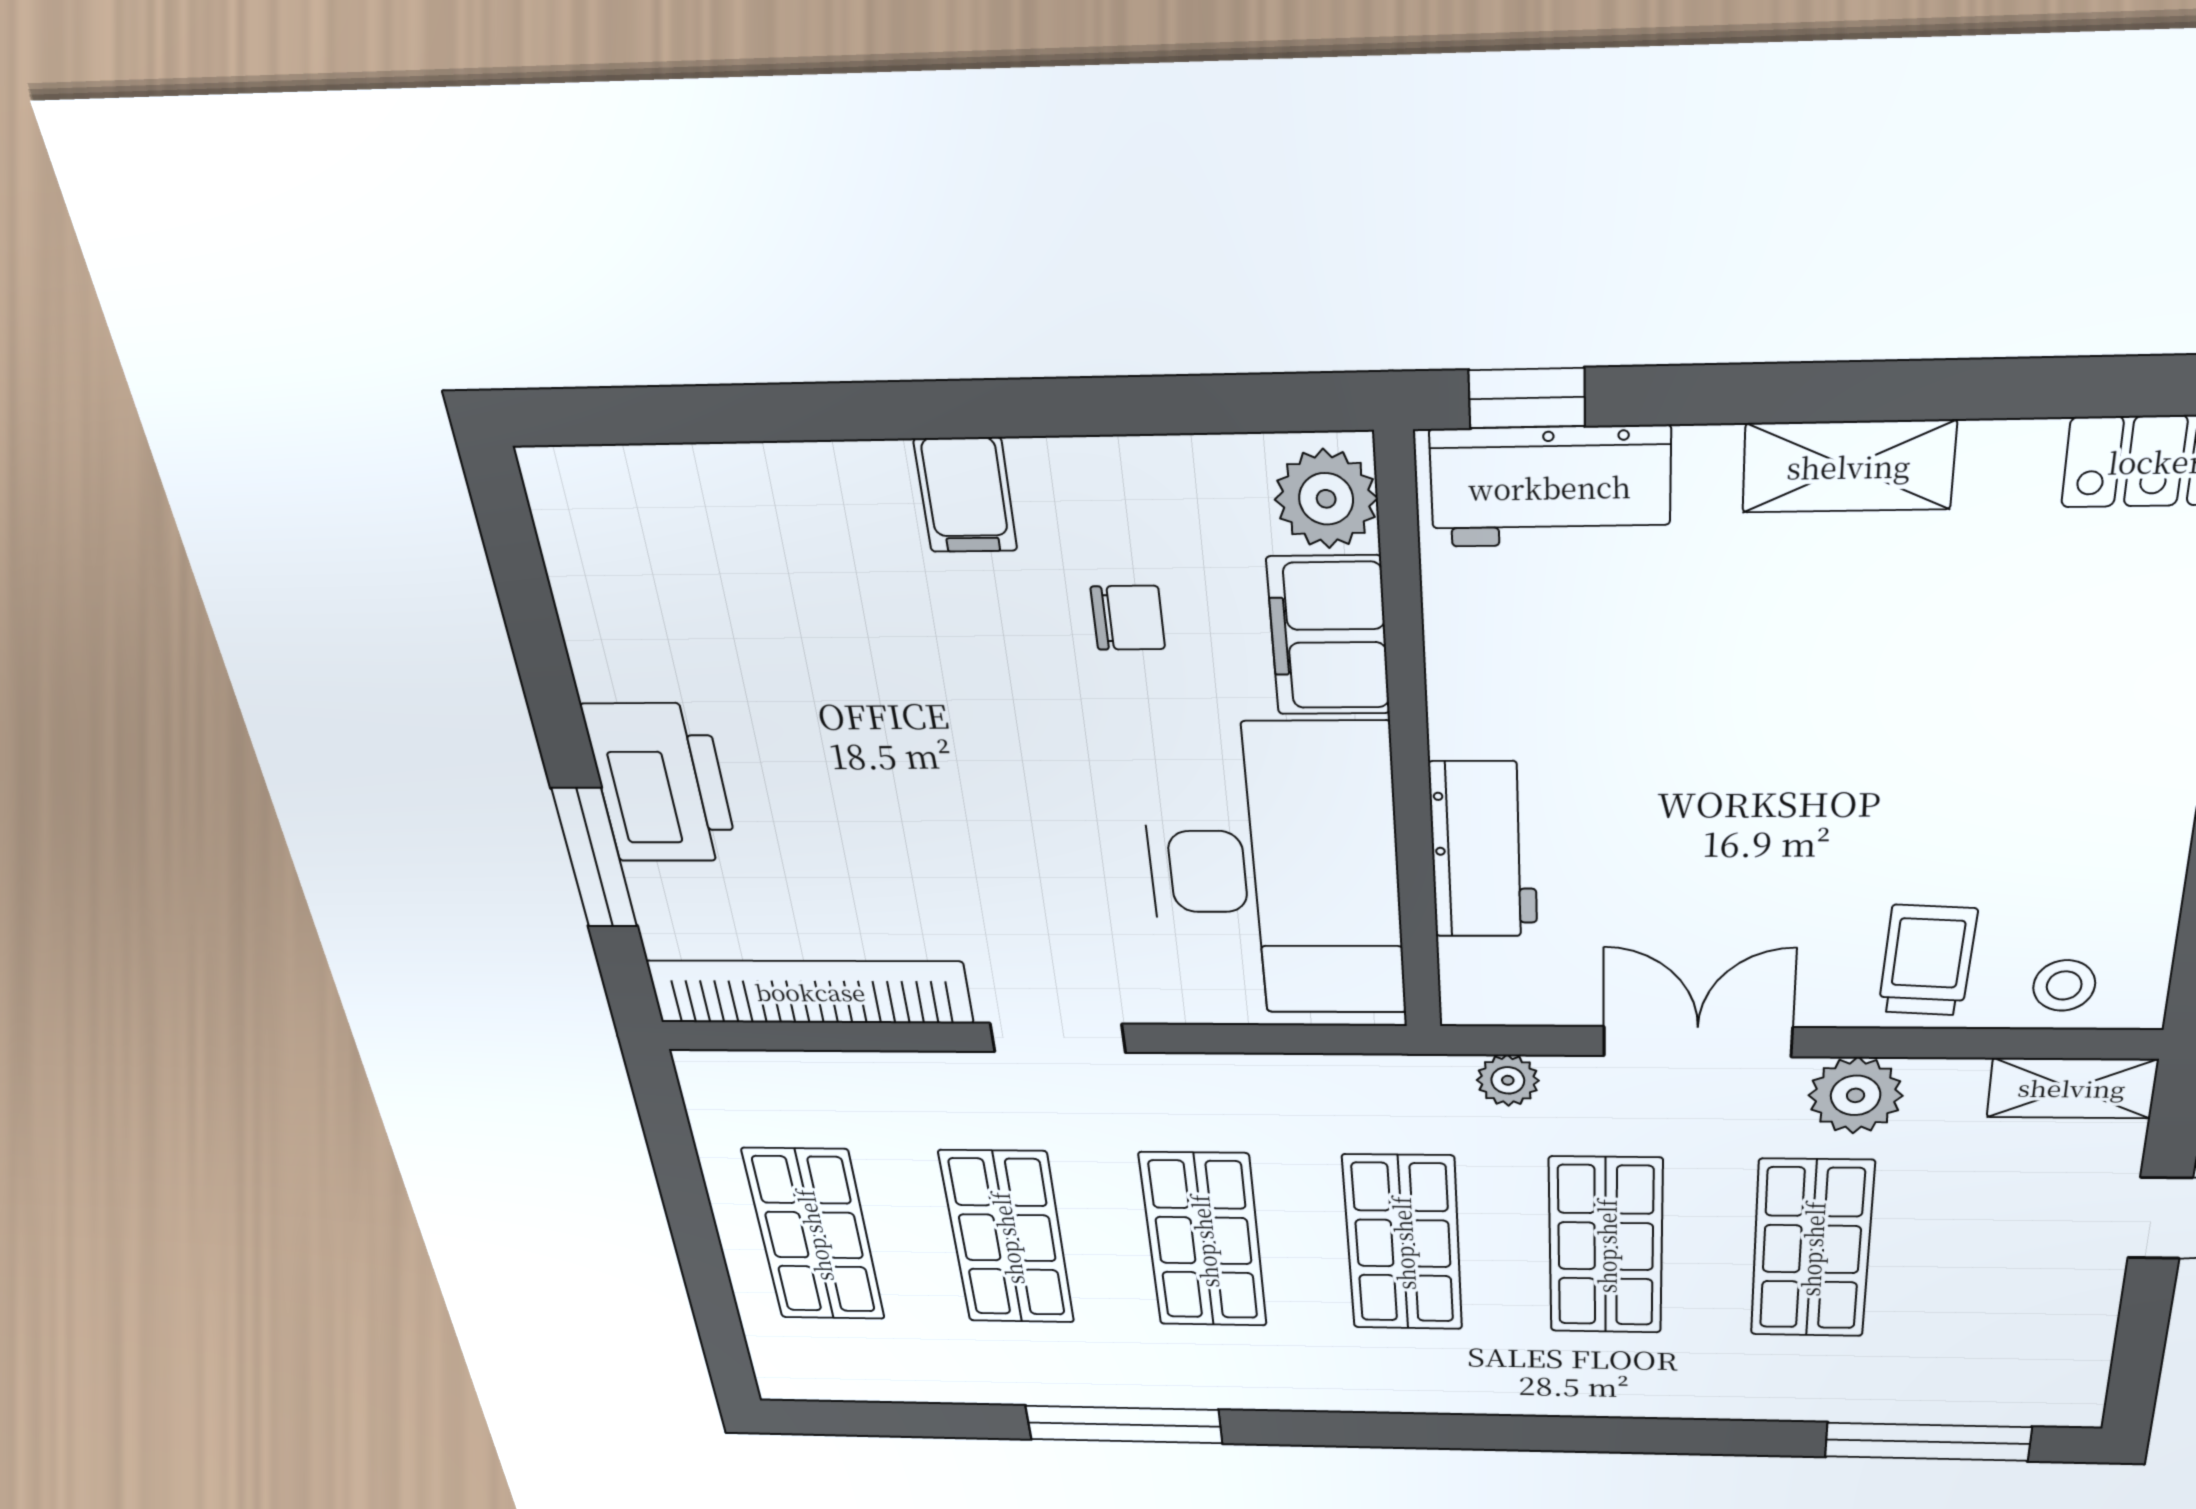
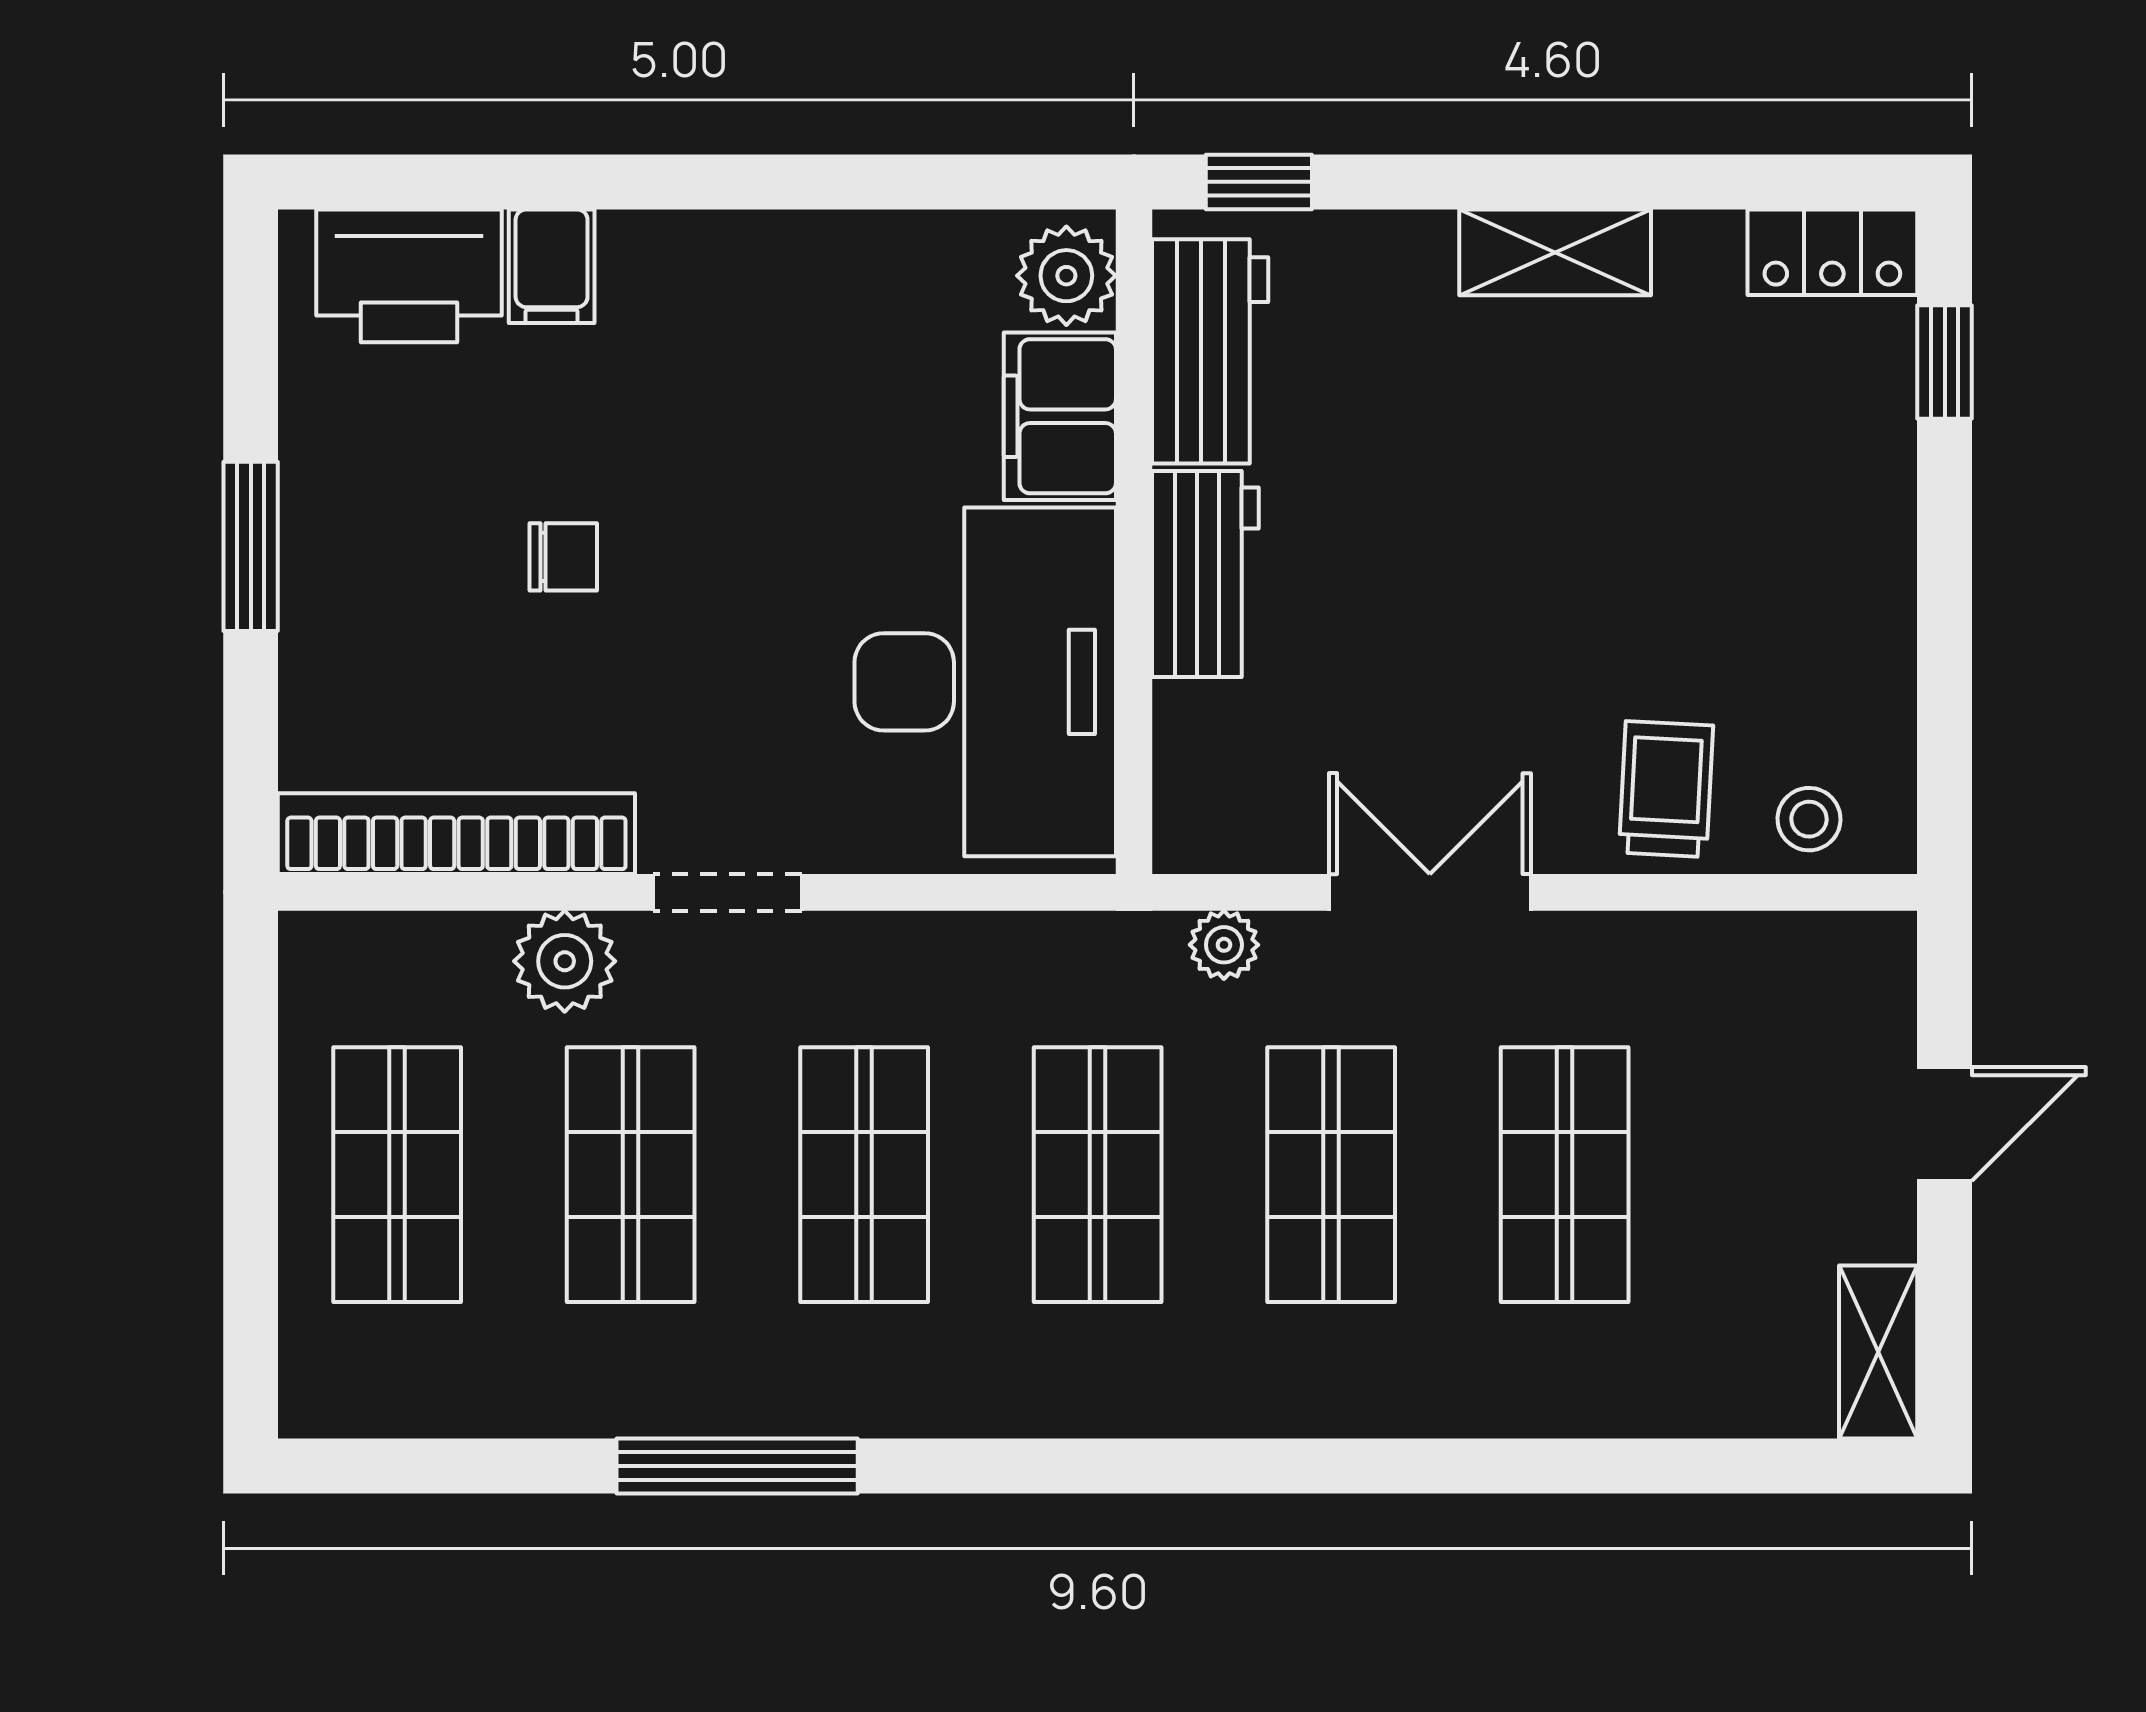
workbench: (1550, 487) -> (1210, 351), moved, turned -90
filing cabinet: (966, 495) -> (552, 266), moved
chair: (1128, 618) -> (563, 557), moved
printer: (661, 783) -> (409, 276), moved, turned 90
workbench: (1484, 850) -> (1205, 574), moved
window: (595, 858) -> (251, 546), moved
shelving: (2072, 1088) -> (1878, 1352), moved, turned 90
plant: (1856, 1095) -> (565, 961), moved
window: (1928, 1442) -> (1716, 1466), removed

